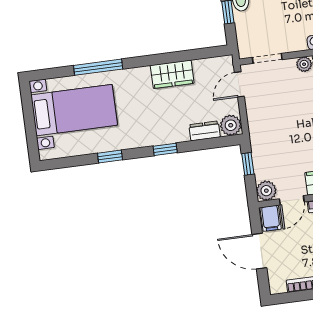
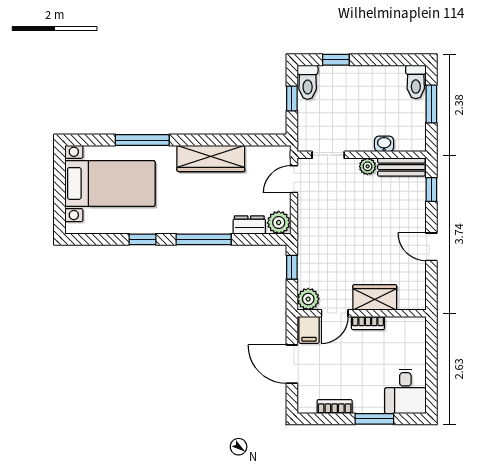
wardrobe: (172, 74) -> (211, 158), width x1.50
window: (165, 149) -> (204, 239), width x2.17

